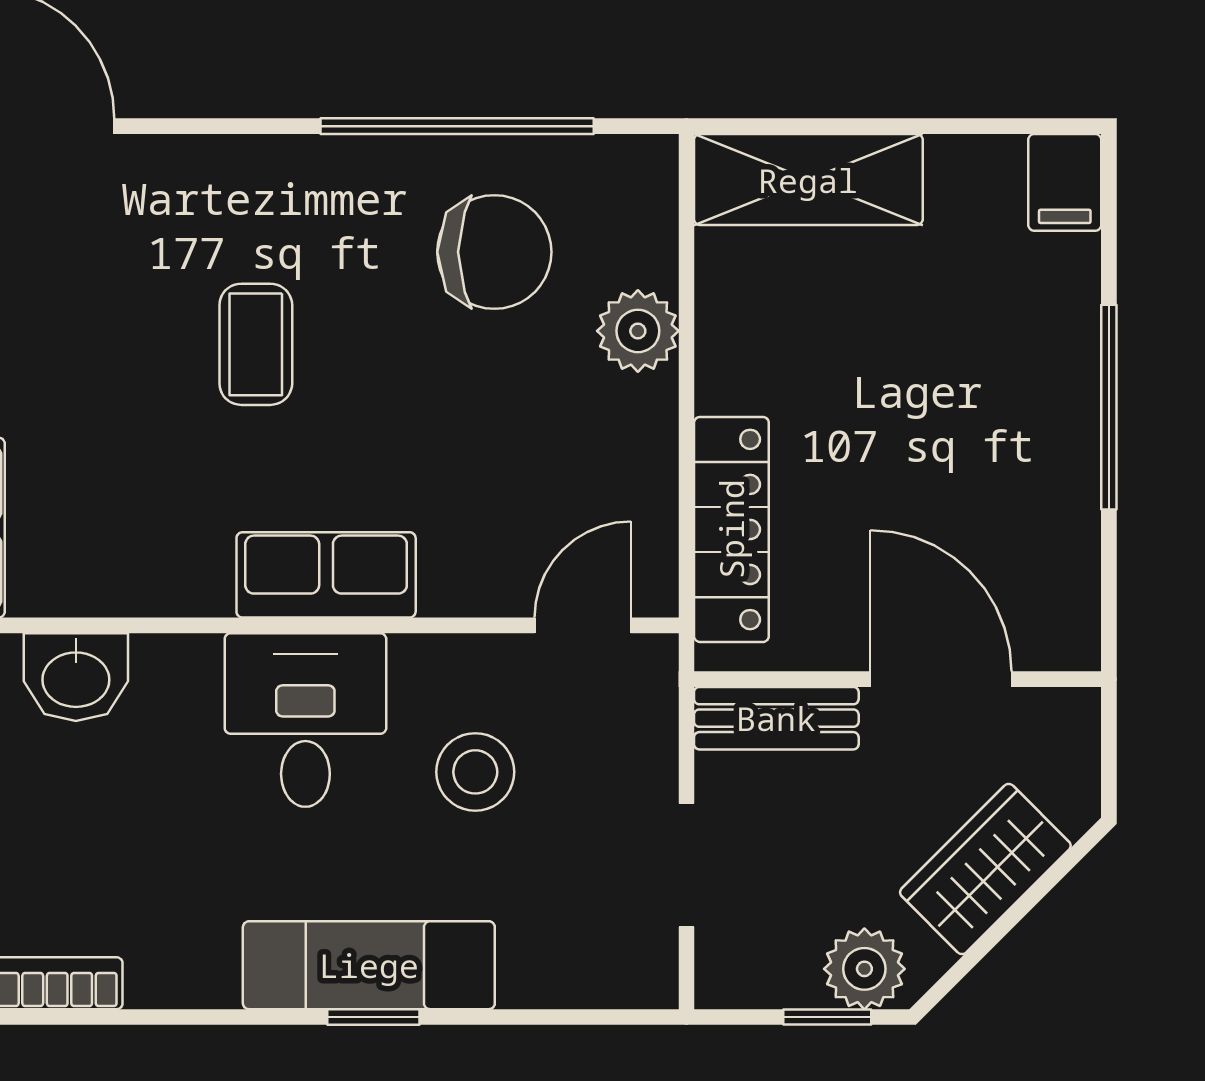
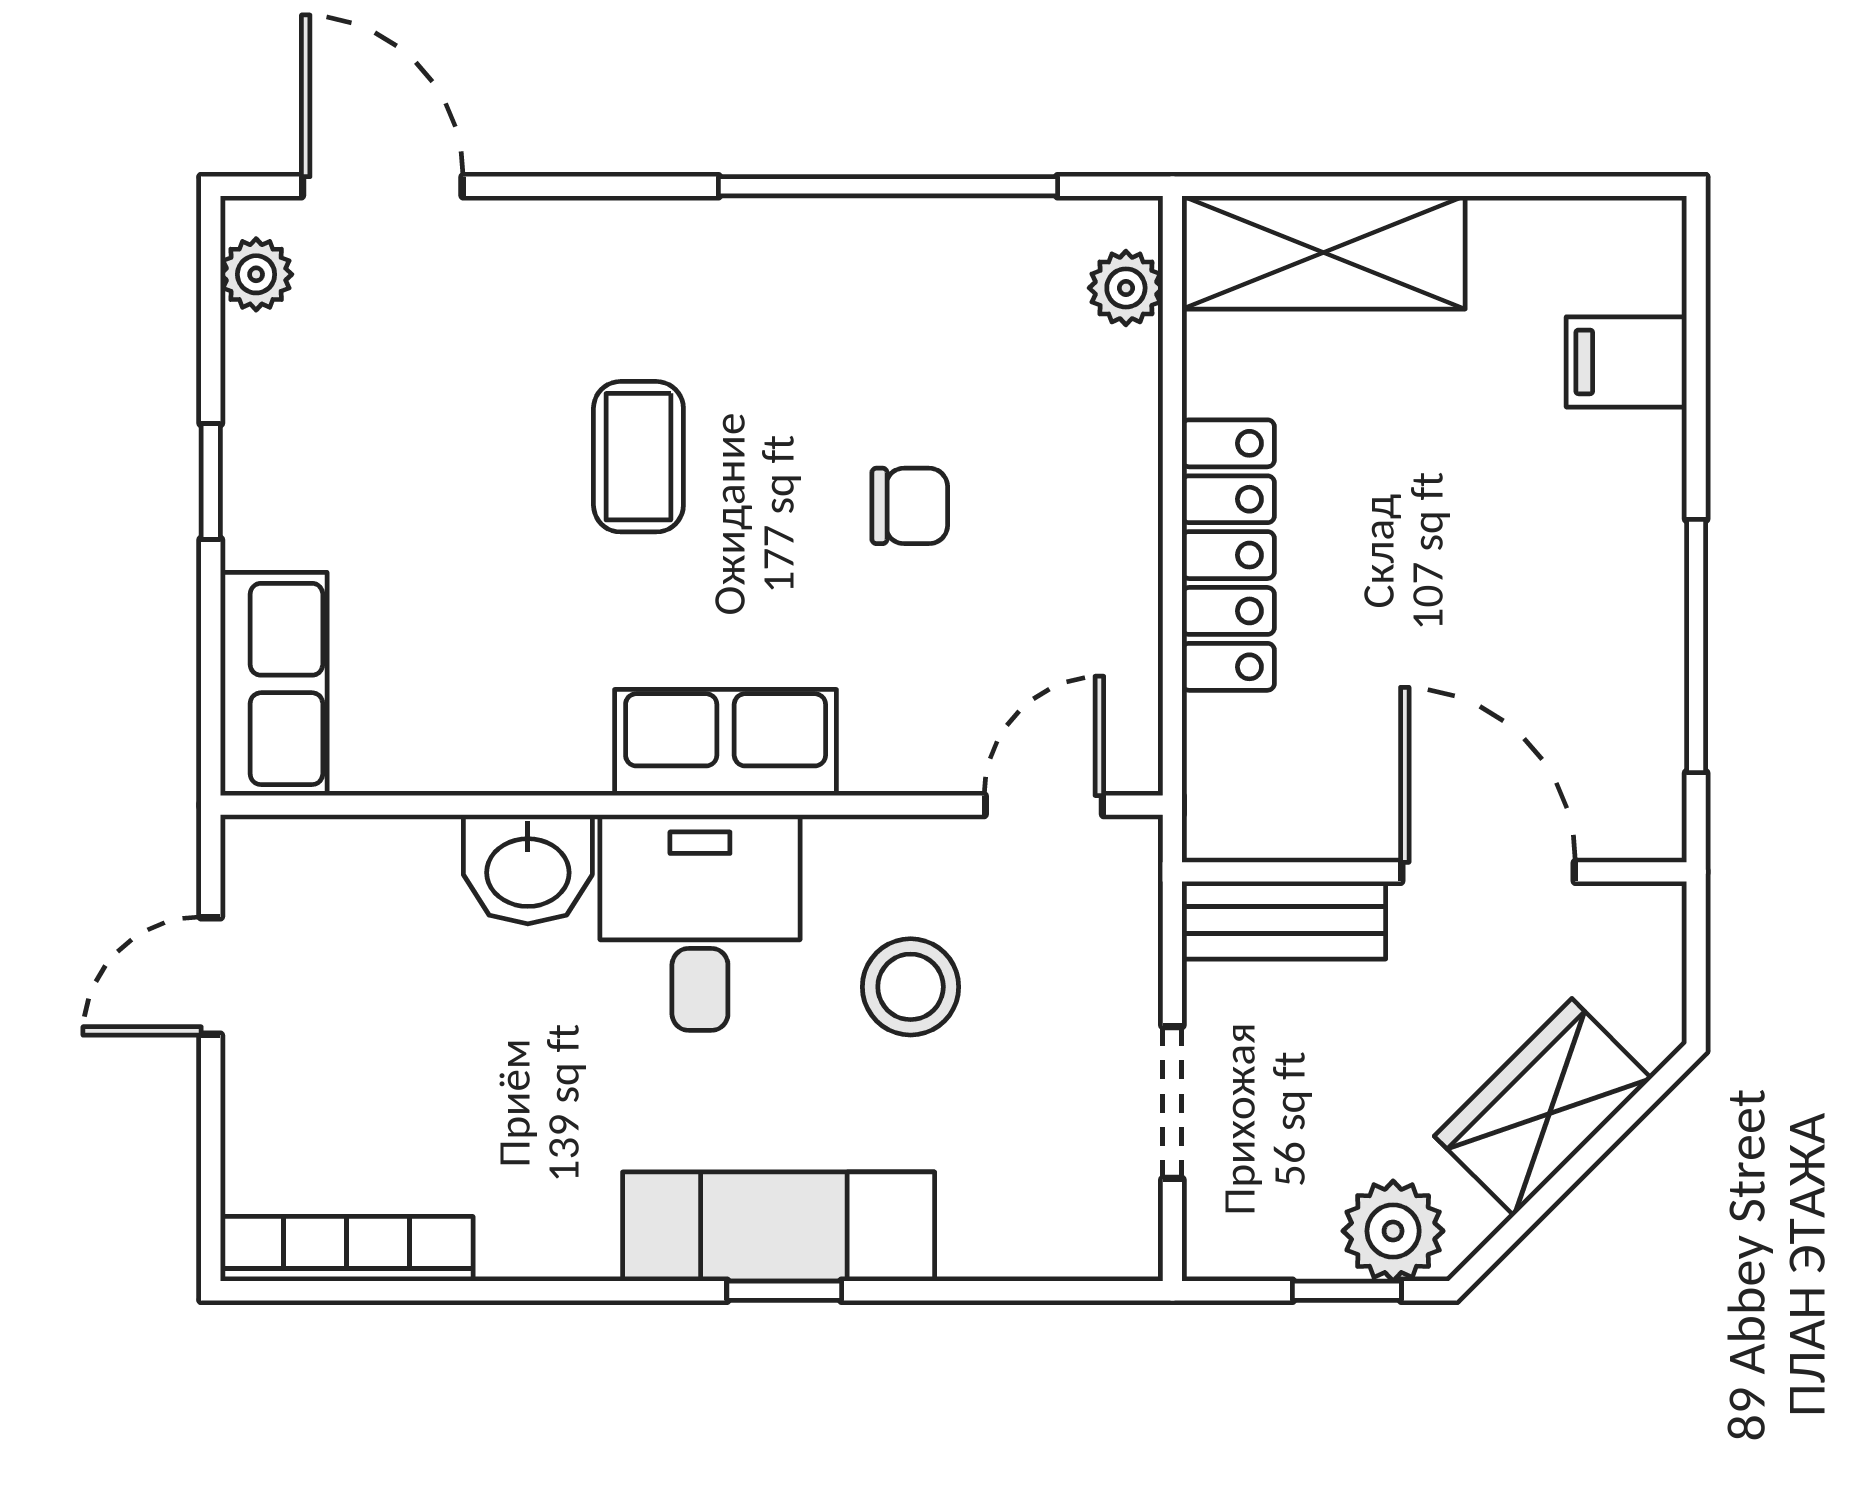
filing cabinet: (1065, 182) -> (1626, 362), moved, turned 90
chair: (494, 252) -> (910, 506), moved, width x0.54, depth x0.54
plant: (638, 331) -> (1126, 288), moved, width x0.73, depth x0.73
window: (1109, 407) -> (1696, 646), moved
locker: (731, 529) -> (1228, 555), moved
washbasin: (76, 677) -> (528, 869), moved

